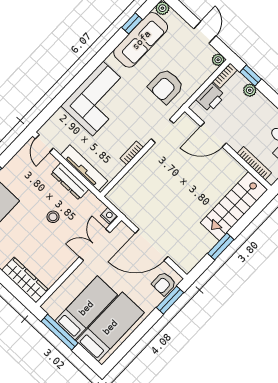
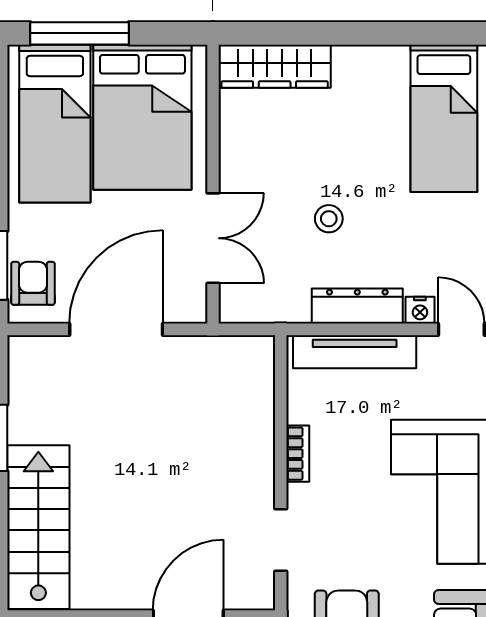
nightstand: (109, 216) -> (420, 310), moved
bed: (86, 308) -> (142, 117), width x1.50
window: (60, 332) -> (79, 33), moved

